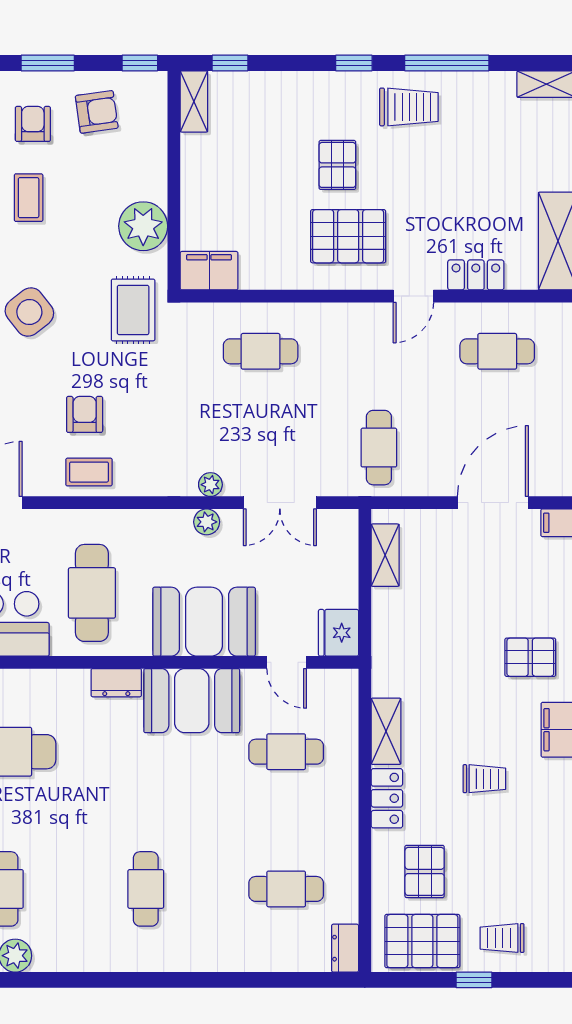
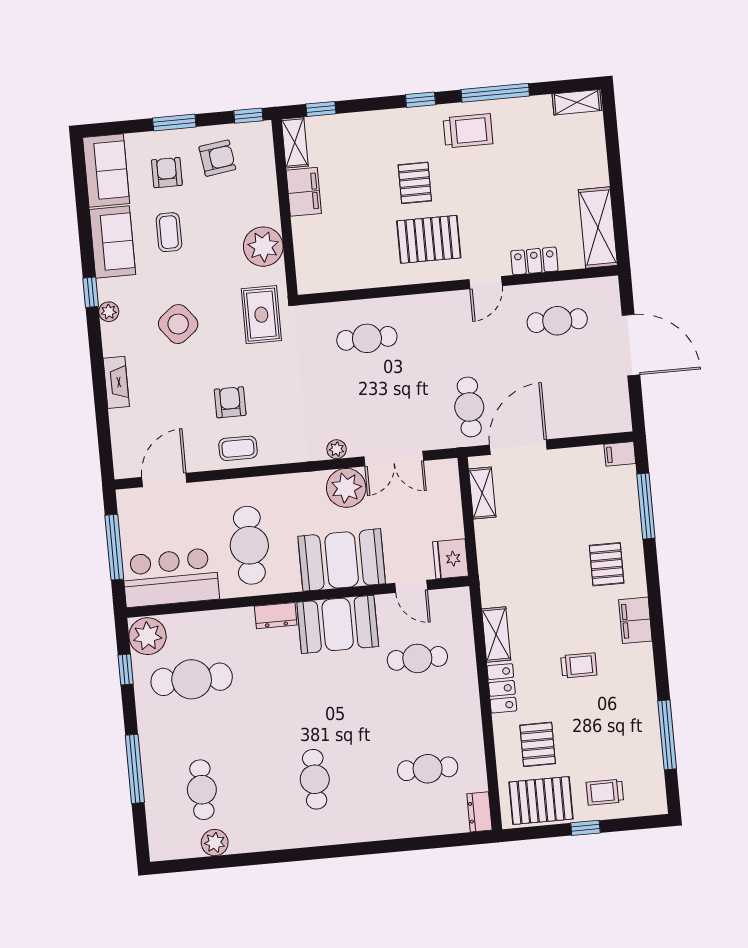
filing cabinet: (209, 271) -> (304, 192), moved, turned 90
door: (493, 503) -> (518, 447), moved
plant: (207, 522) -> (346, 488), width x1.88, depth x1.88
pallet: (530, 657) -> (607, 564), turned 90

